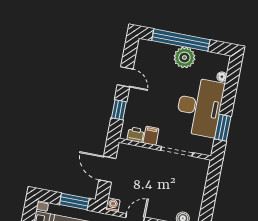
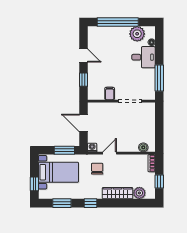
plant: (184, 58) -> (137, 34), moved
desk: (200, 107) -> (143, 57), width x0.53, depth x0.77
window: (223, 128) -> (159, 78), width x1.44
printer: (136, 135) -> (99, 95), removed

